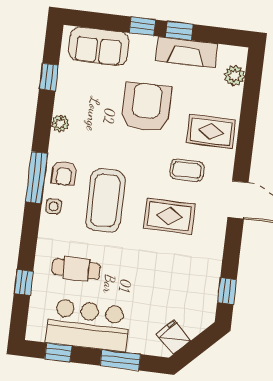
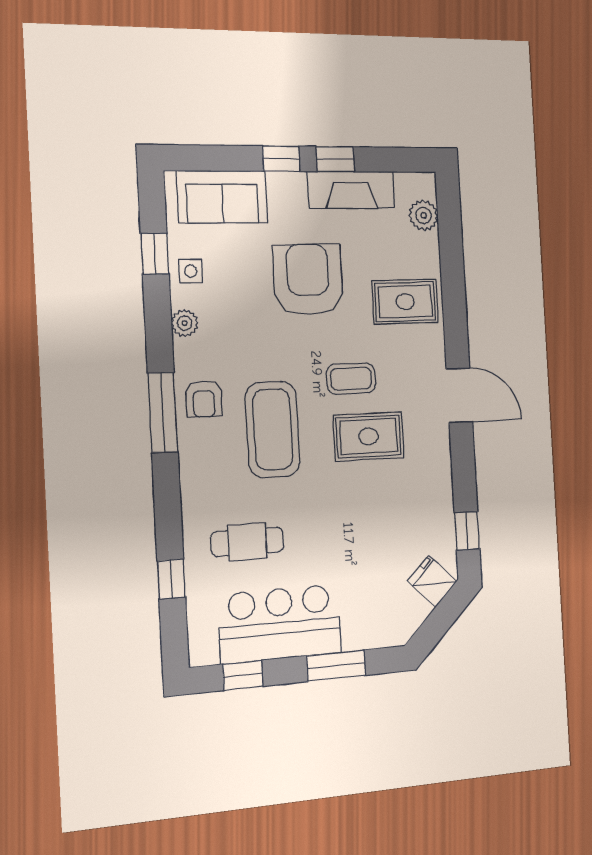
coffee table: (187, 170) -> (351, 379), moved
side table: (54, 206) -> (191, 271), moved
fridge: (173, 337) -> (432, 581), moved

